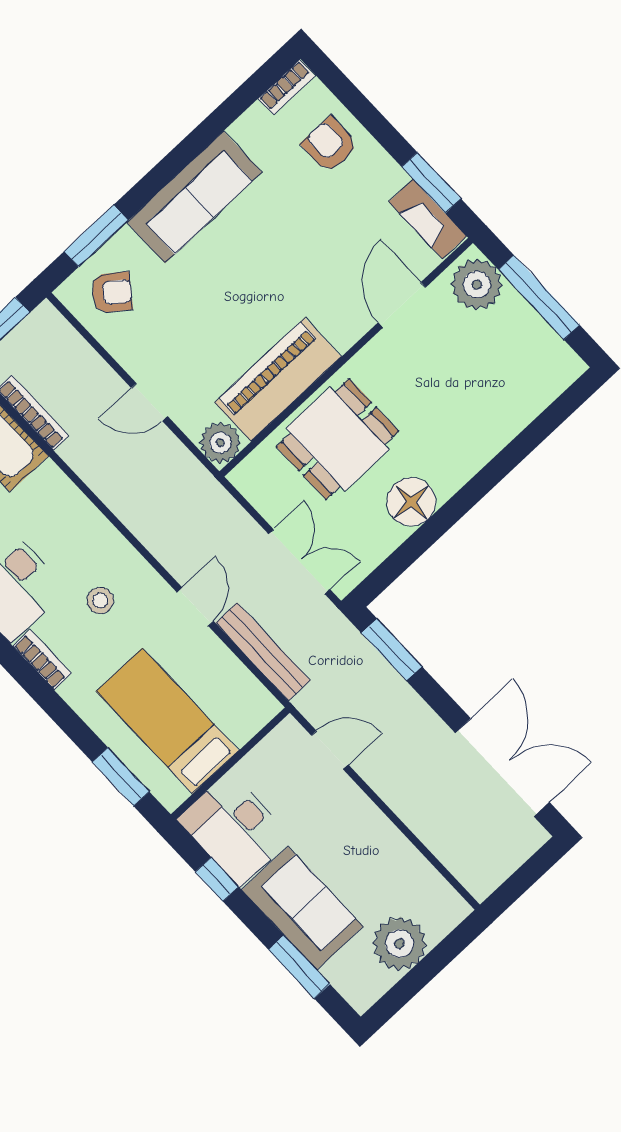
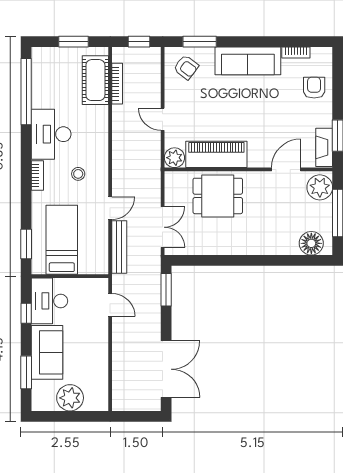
bookcase: (286, 87) -> (296, 53), moved
floor lamp: (411, 502) -> (311, 243), moved

